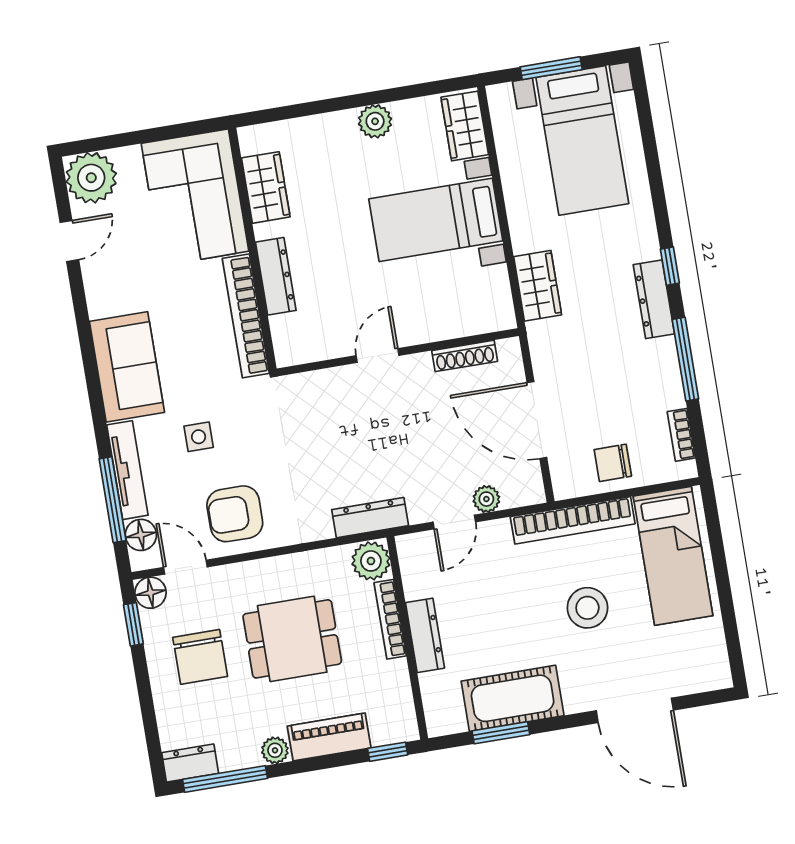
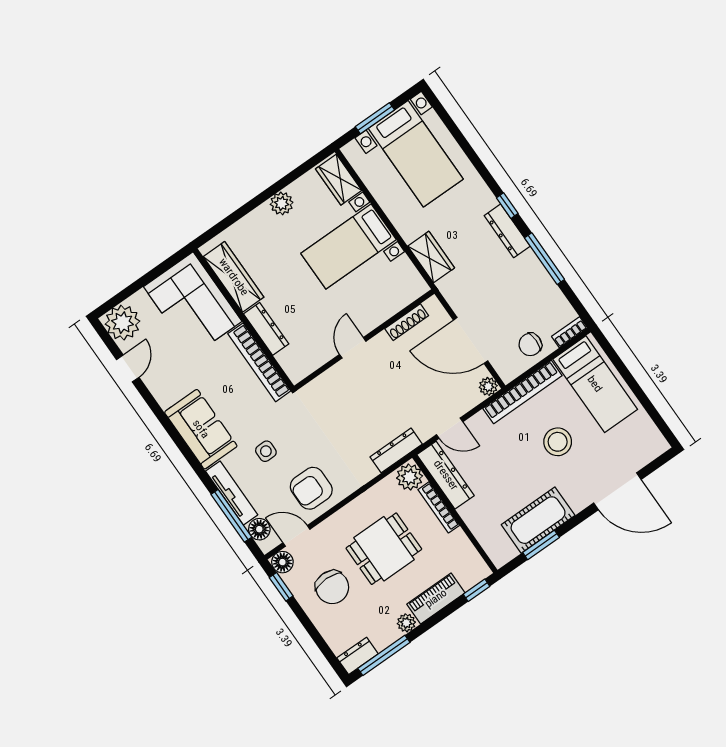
wardrobe: (266, 187) -> (234, 277), width x1.50
bookcase: (681, 435) -> (570, 332), moved, turned 90
plant: (486, 499) -> (488, 386), moved
door: (454, 522) -> (450, 428), hinge flipped
dresser: (425, 635) -> (446, 475), moved, width x1.37, depth x1.24

